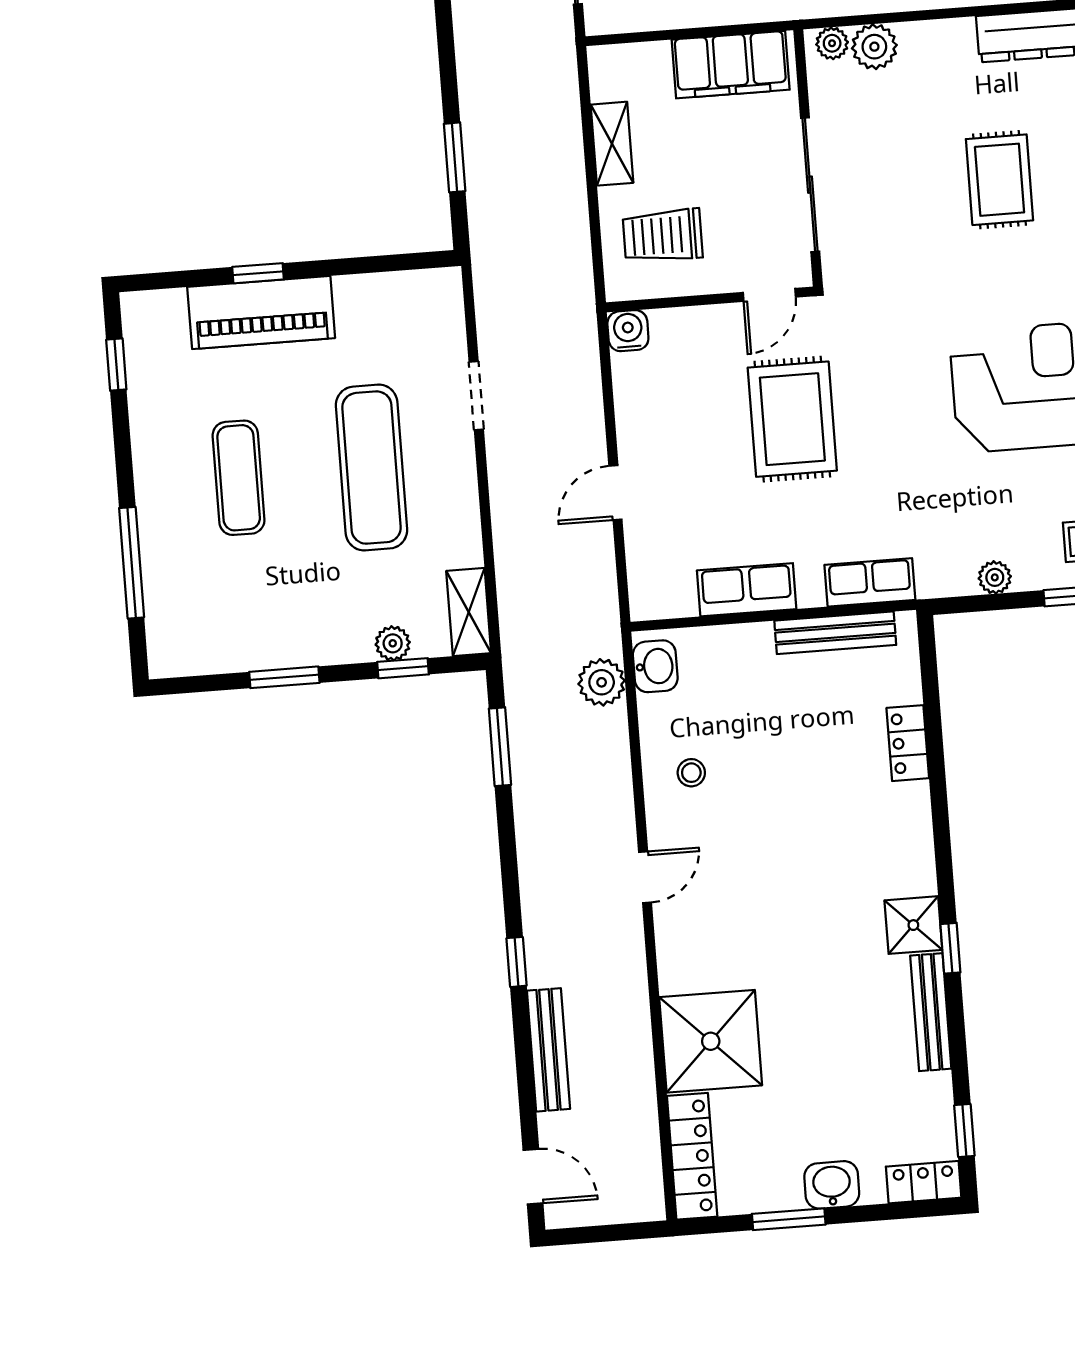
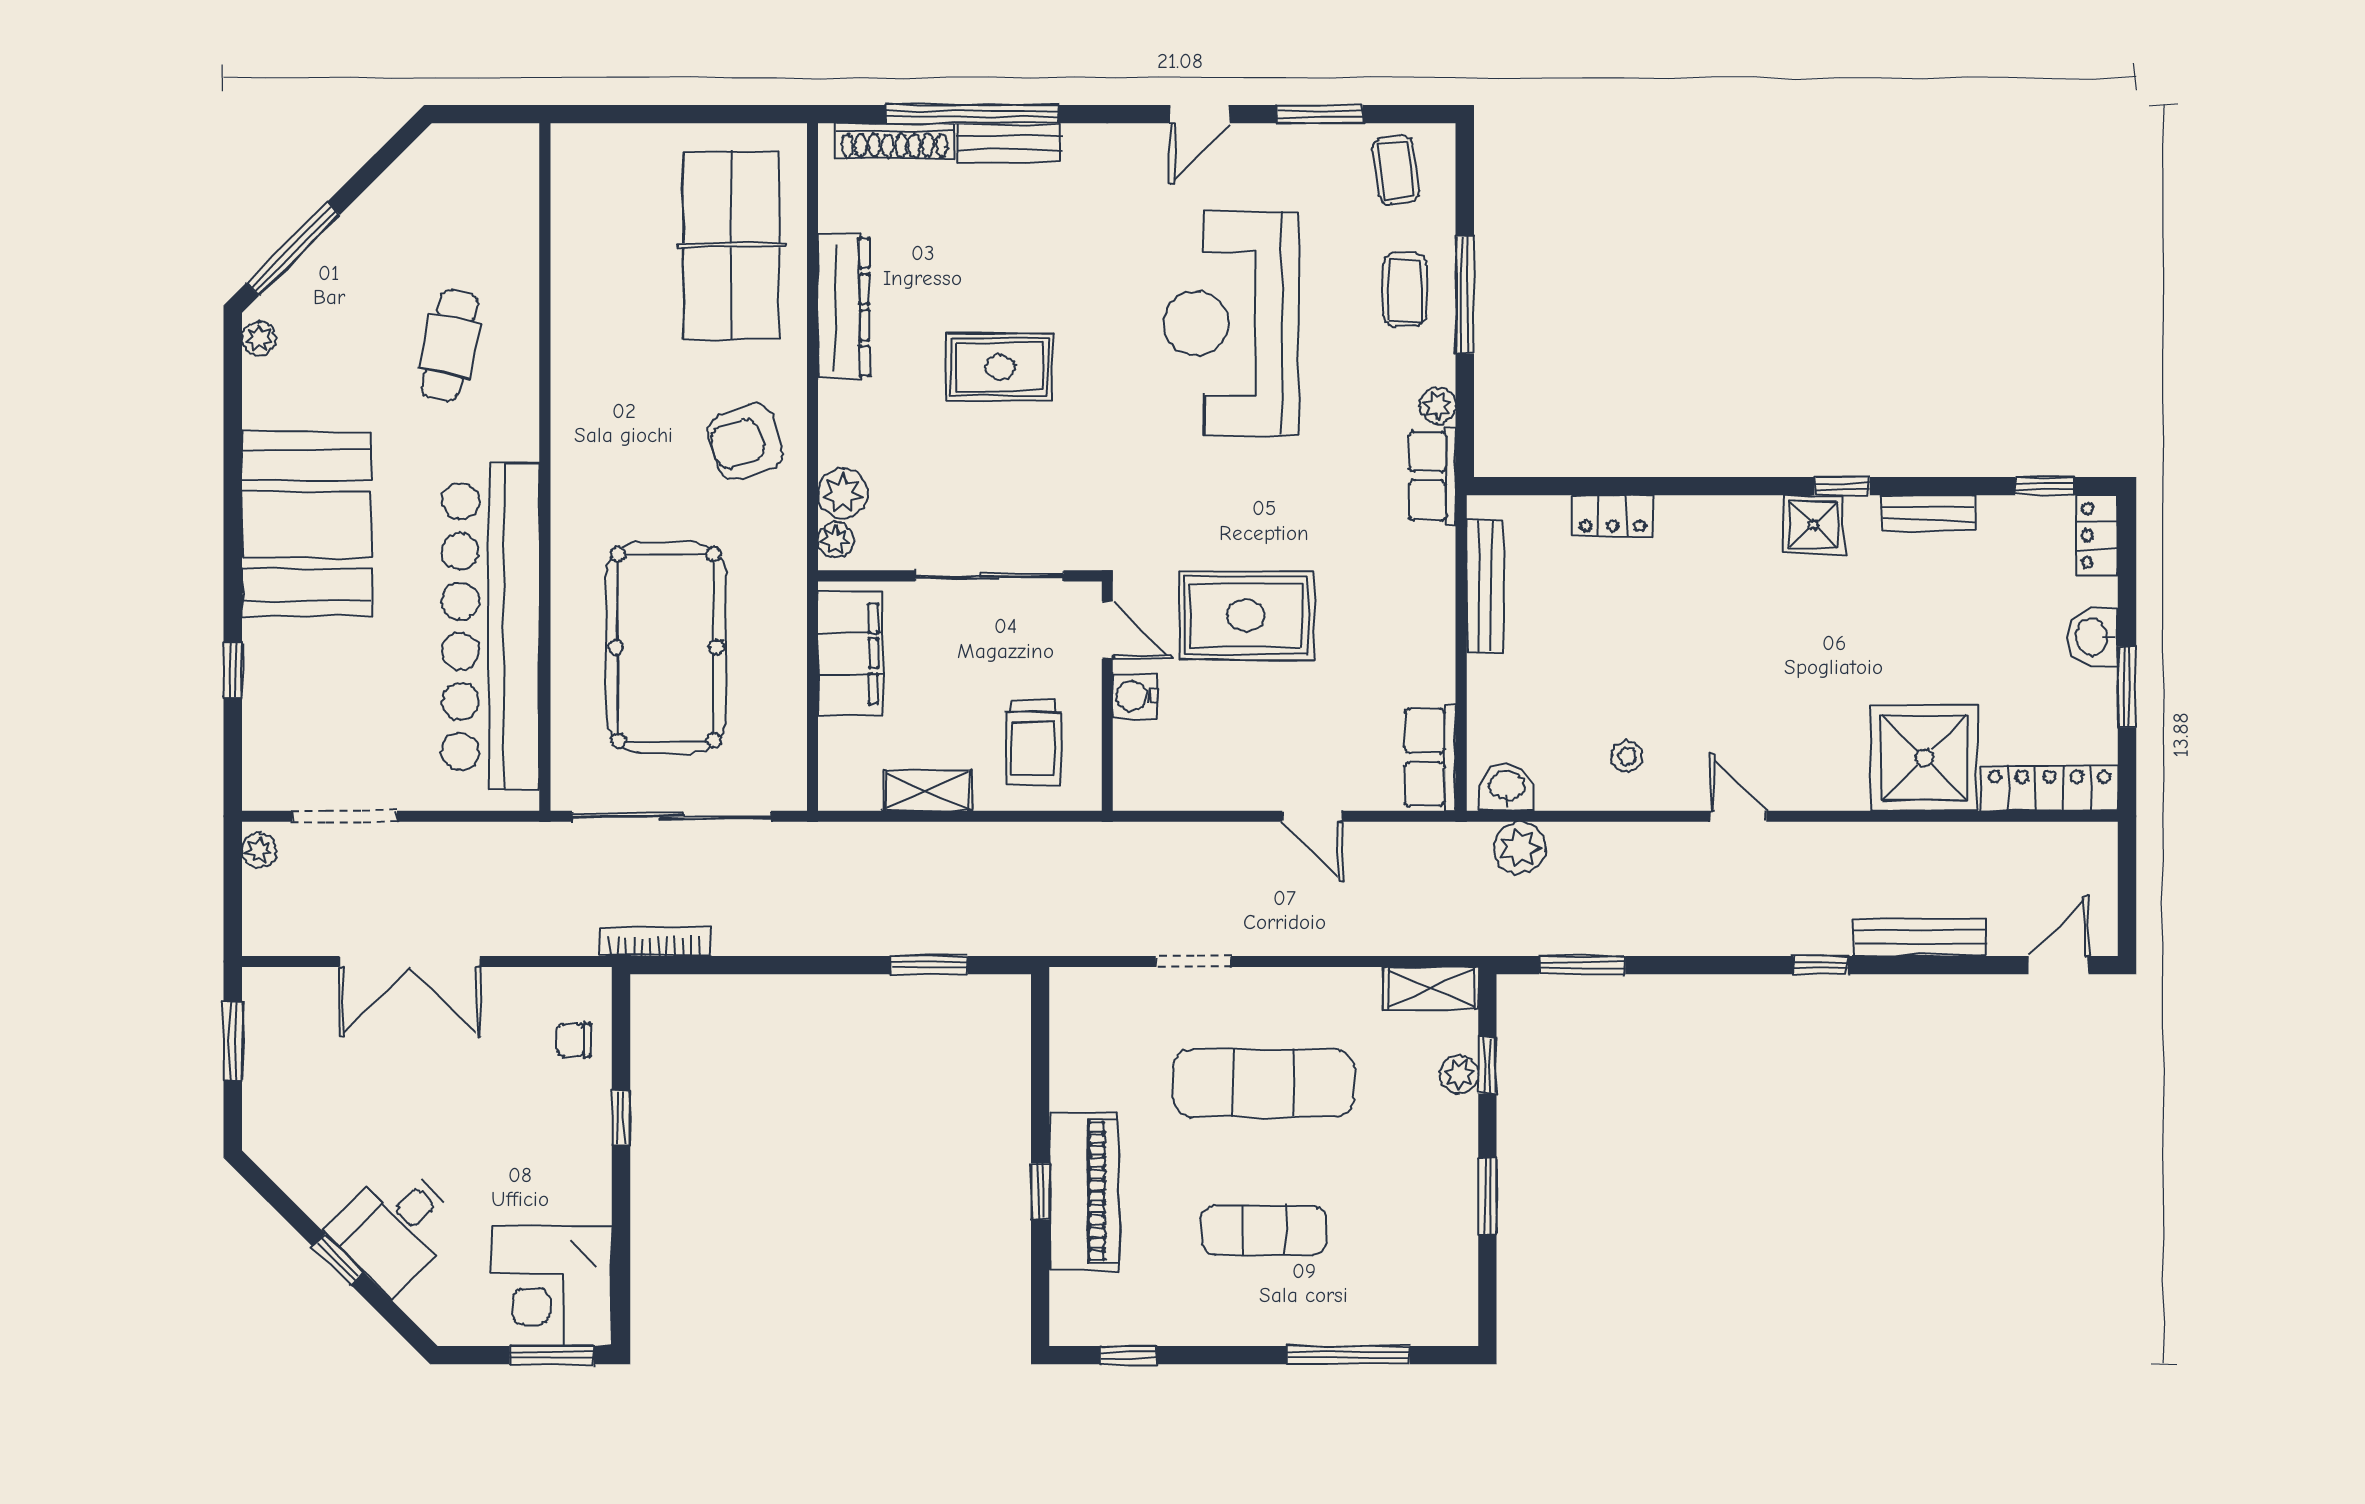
water cooler: (628, 331) -> (1135, 696), moved
row of seats: (870, 582) -> (1432, 476), moved
row of seats: (747, 590) -> (1430, 758), moved
bench: (931, 1012) -> (1928, 513), width x0.73

